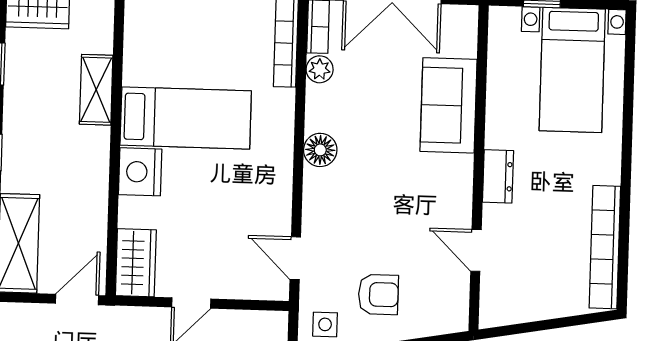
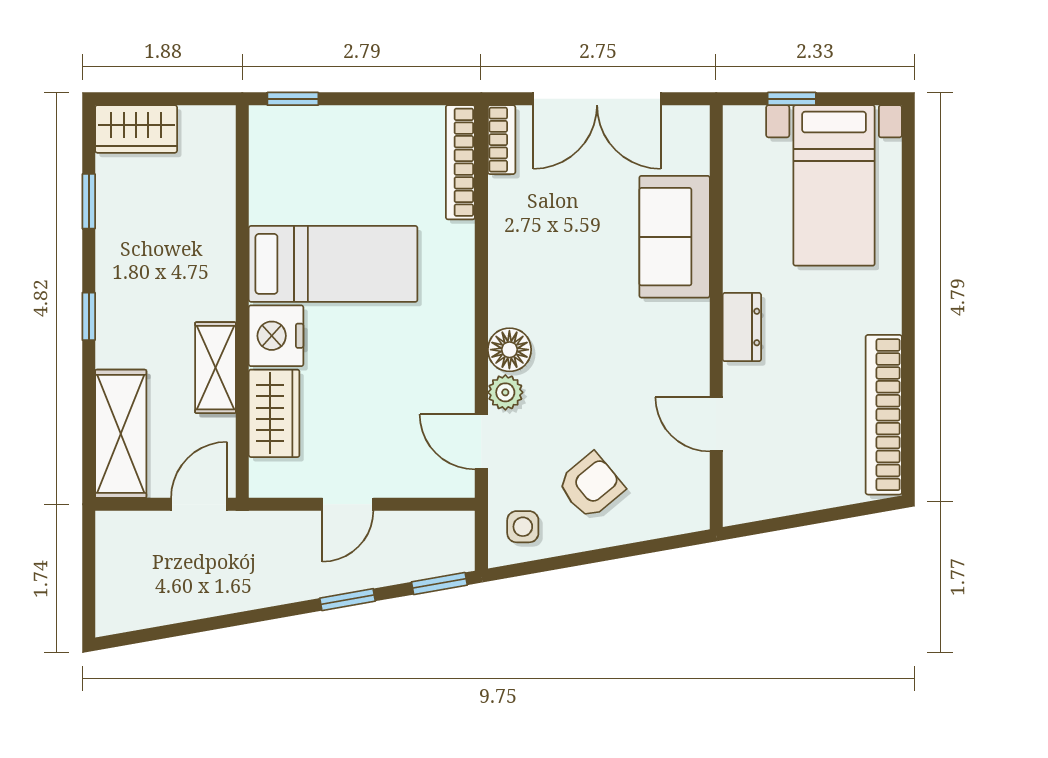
plant: (320, 69) -> (505, 392), moved
shelving: (96, 90) -> (215, 368), moved
floor lamp: (320, 150) -> (509, 350), moved
wardrobe: (136, 263) -> (274, 413), moved
armchair: (378, 295) -> (591, 486), turned -40

